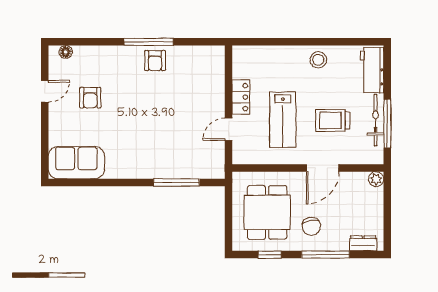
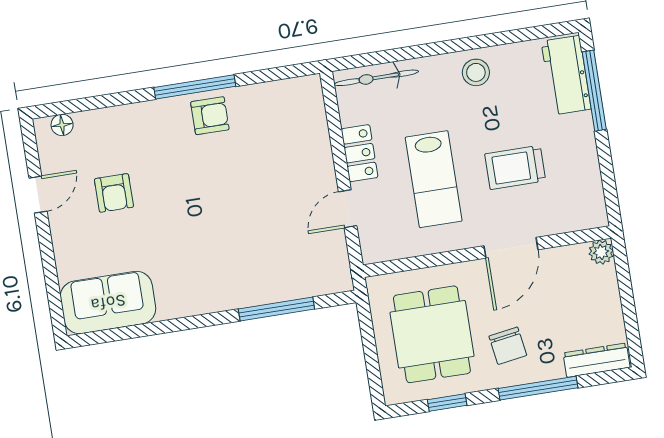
armchair: (155, 61) -> (210, 116), turned -90
bicycle: (375, 120) -> (376, 78), moved, turned -90
window: (387, 124) -> (594, 91), moved
dresser: (363, 243) -> (597, 360), width x1.44

